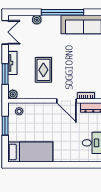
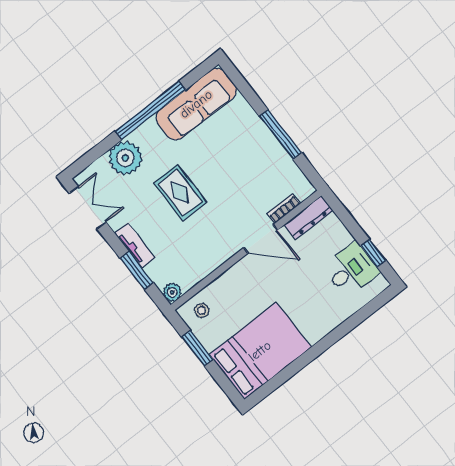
plant: (37, 20) -> (125, 158), width x1.87, depth x1.87
rug: (43, 70) -> (180, 192), moved
bed: (30, 152) -> (260, 351), width x1.50

